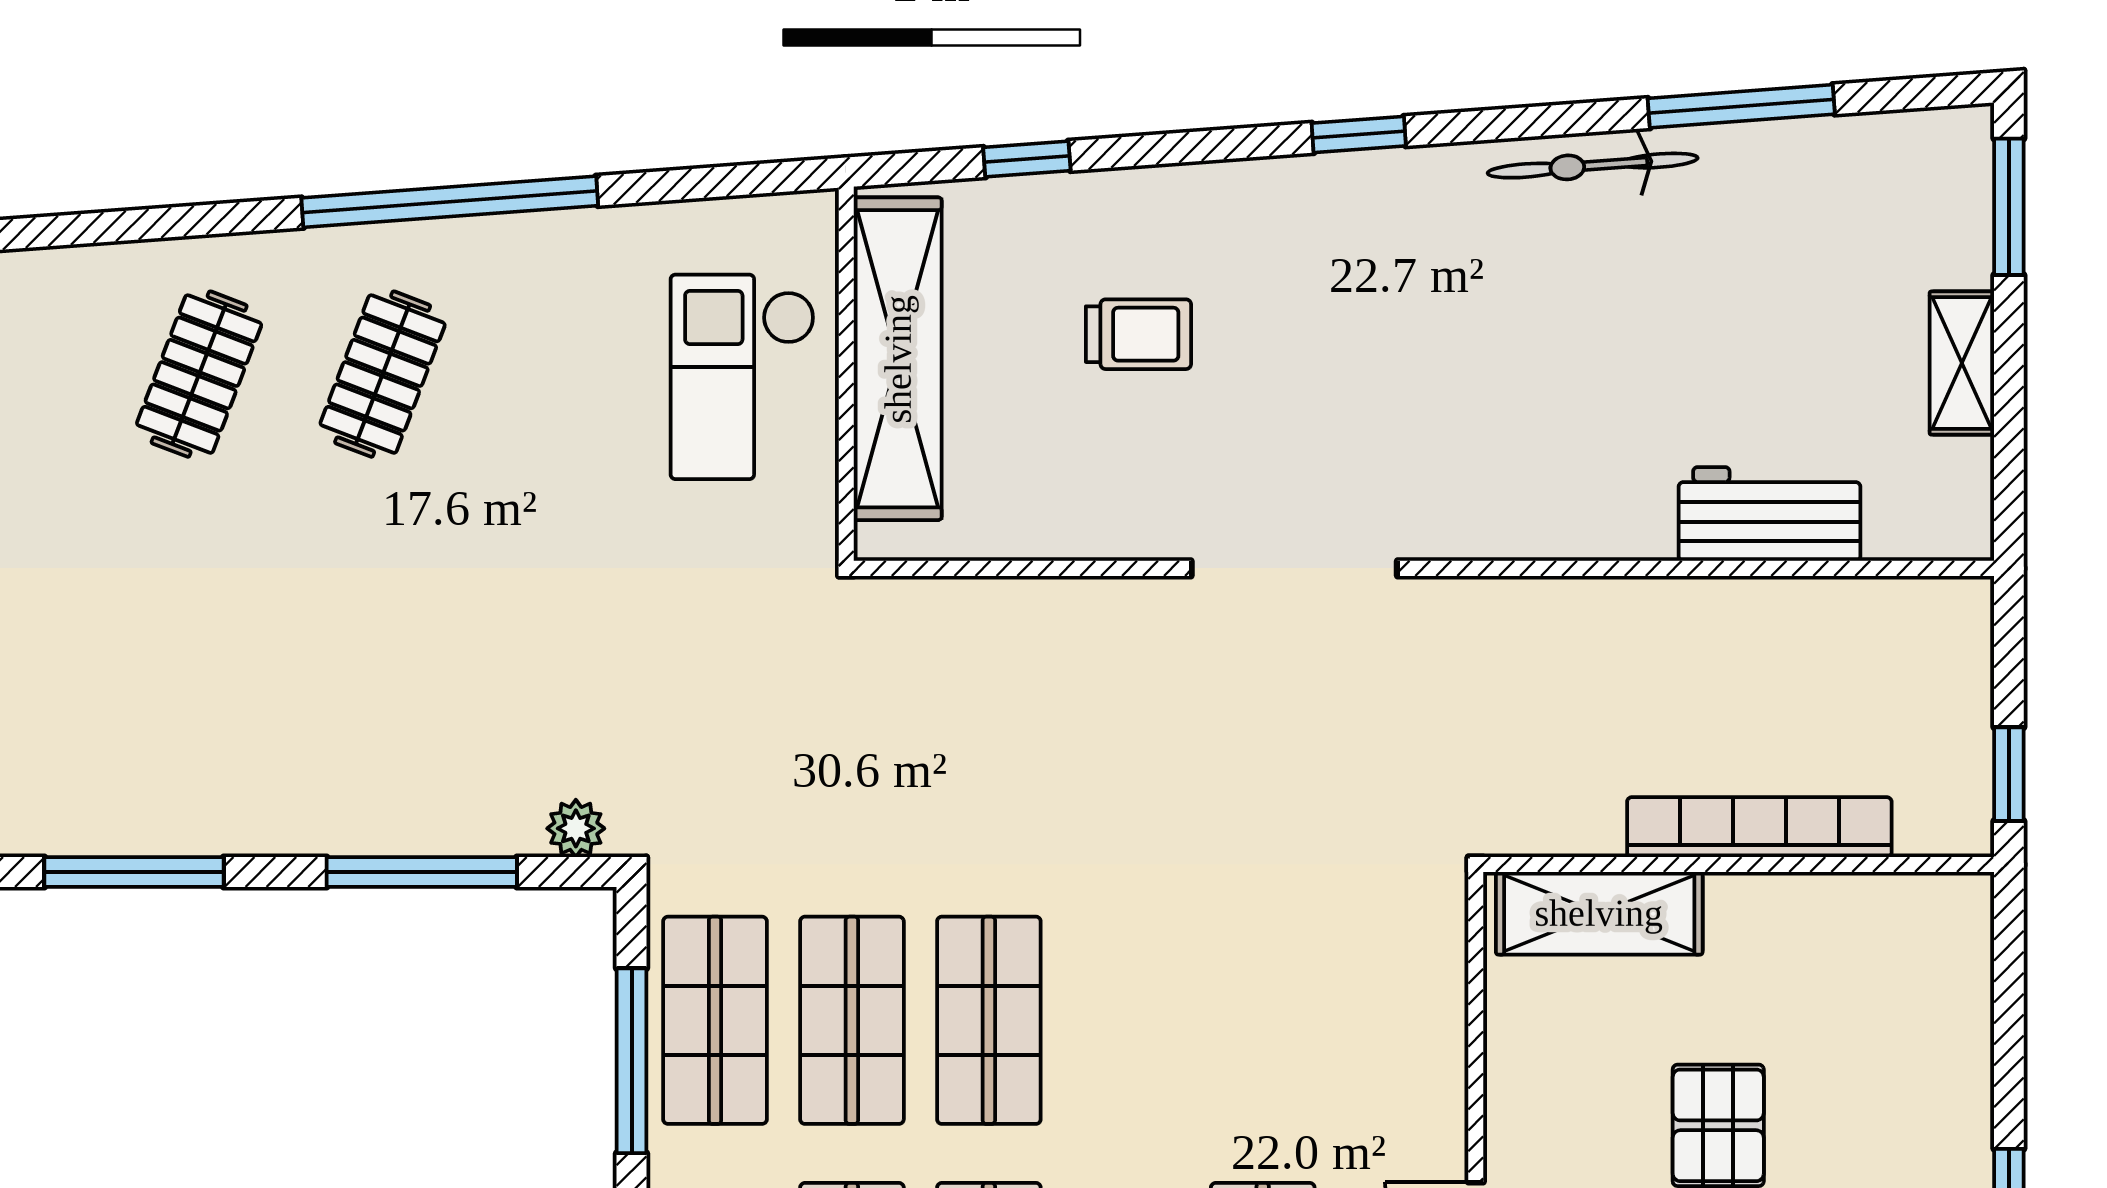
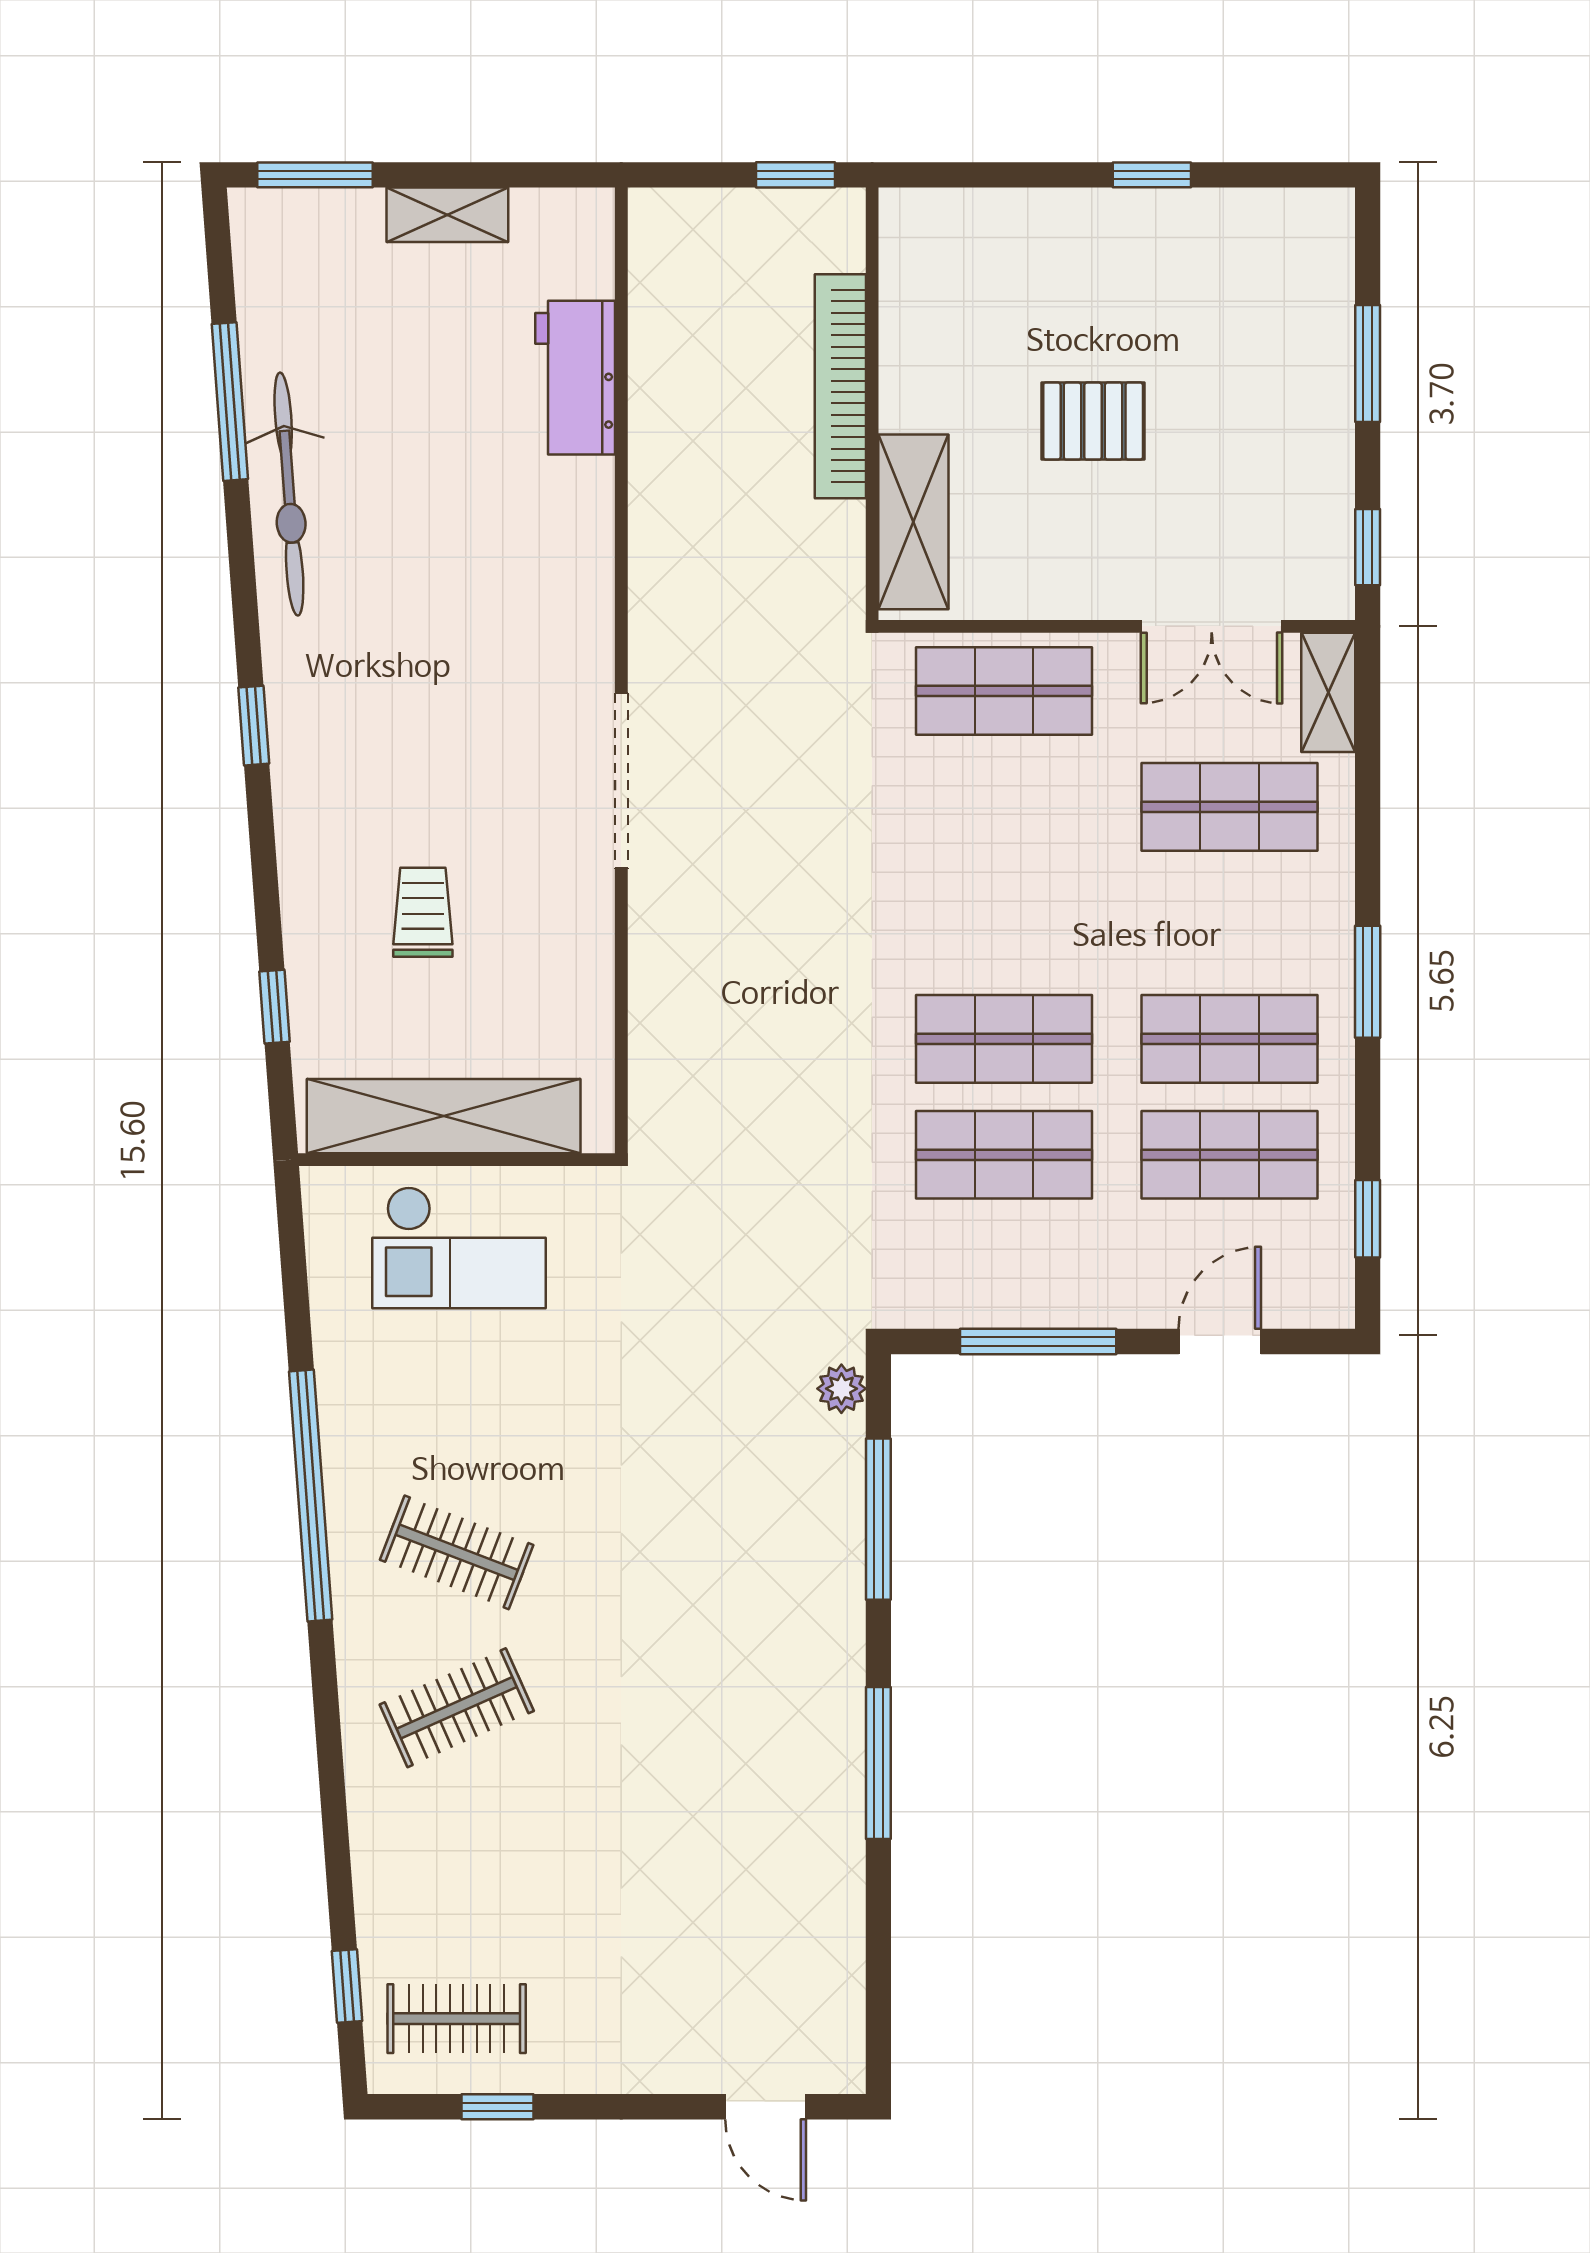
bicycle: (1593, 166) -> (289, 494), width x1.37, depth x1.40
clothes rail: (199, 374) -> (457, 1708), turned -45
shop shelf: (715, 1020) -> (1004, 691), moved

